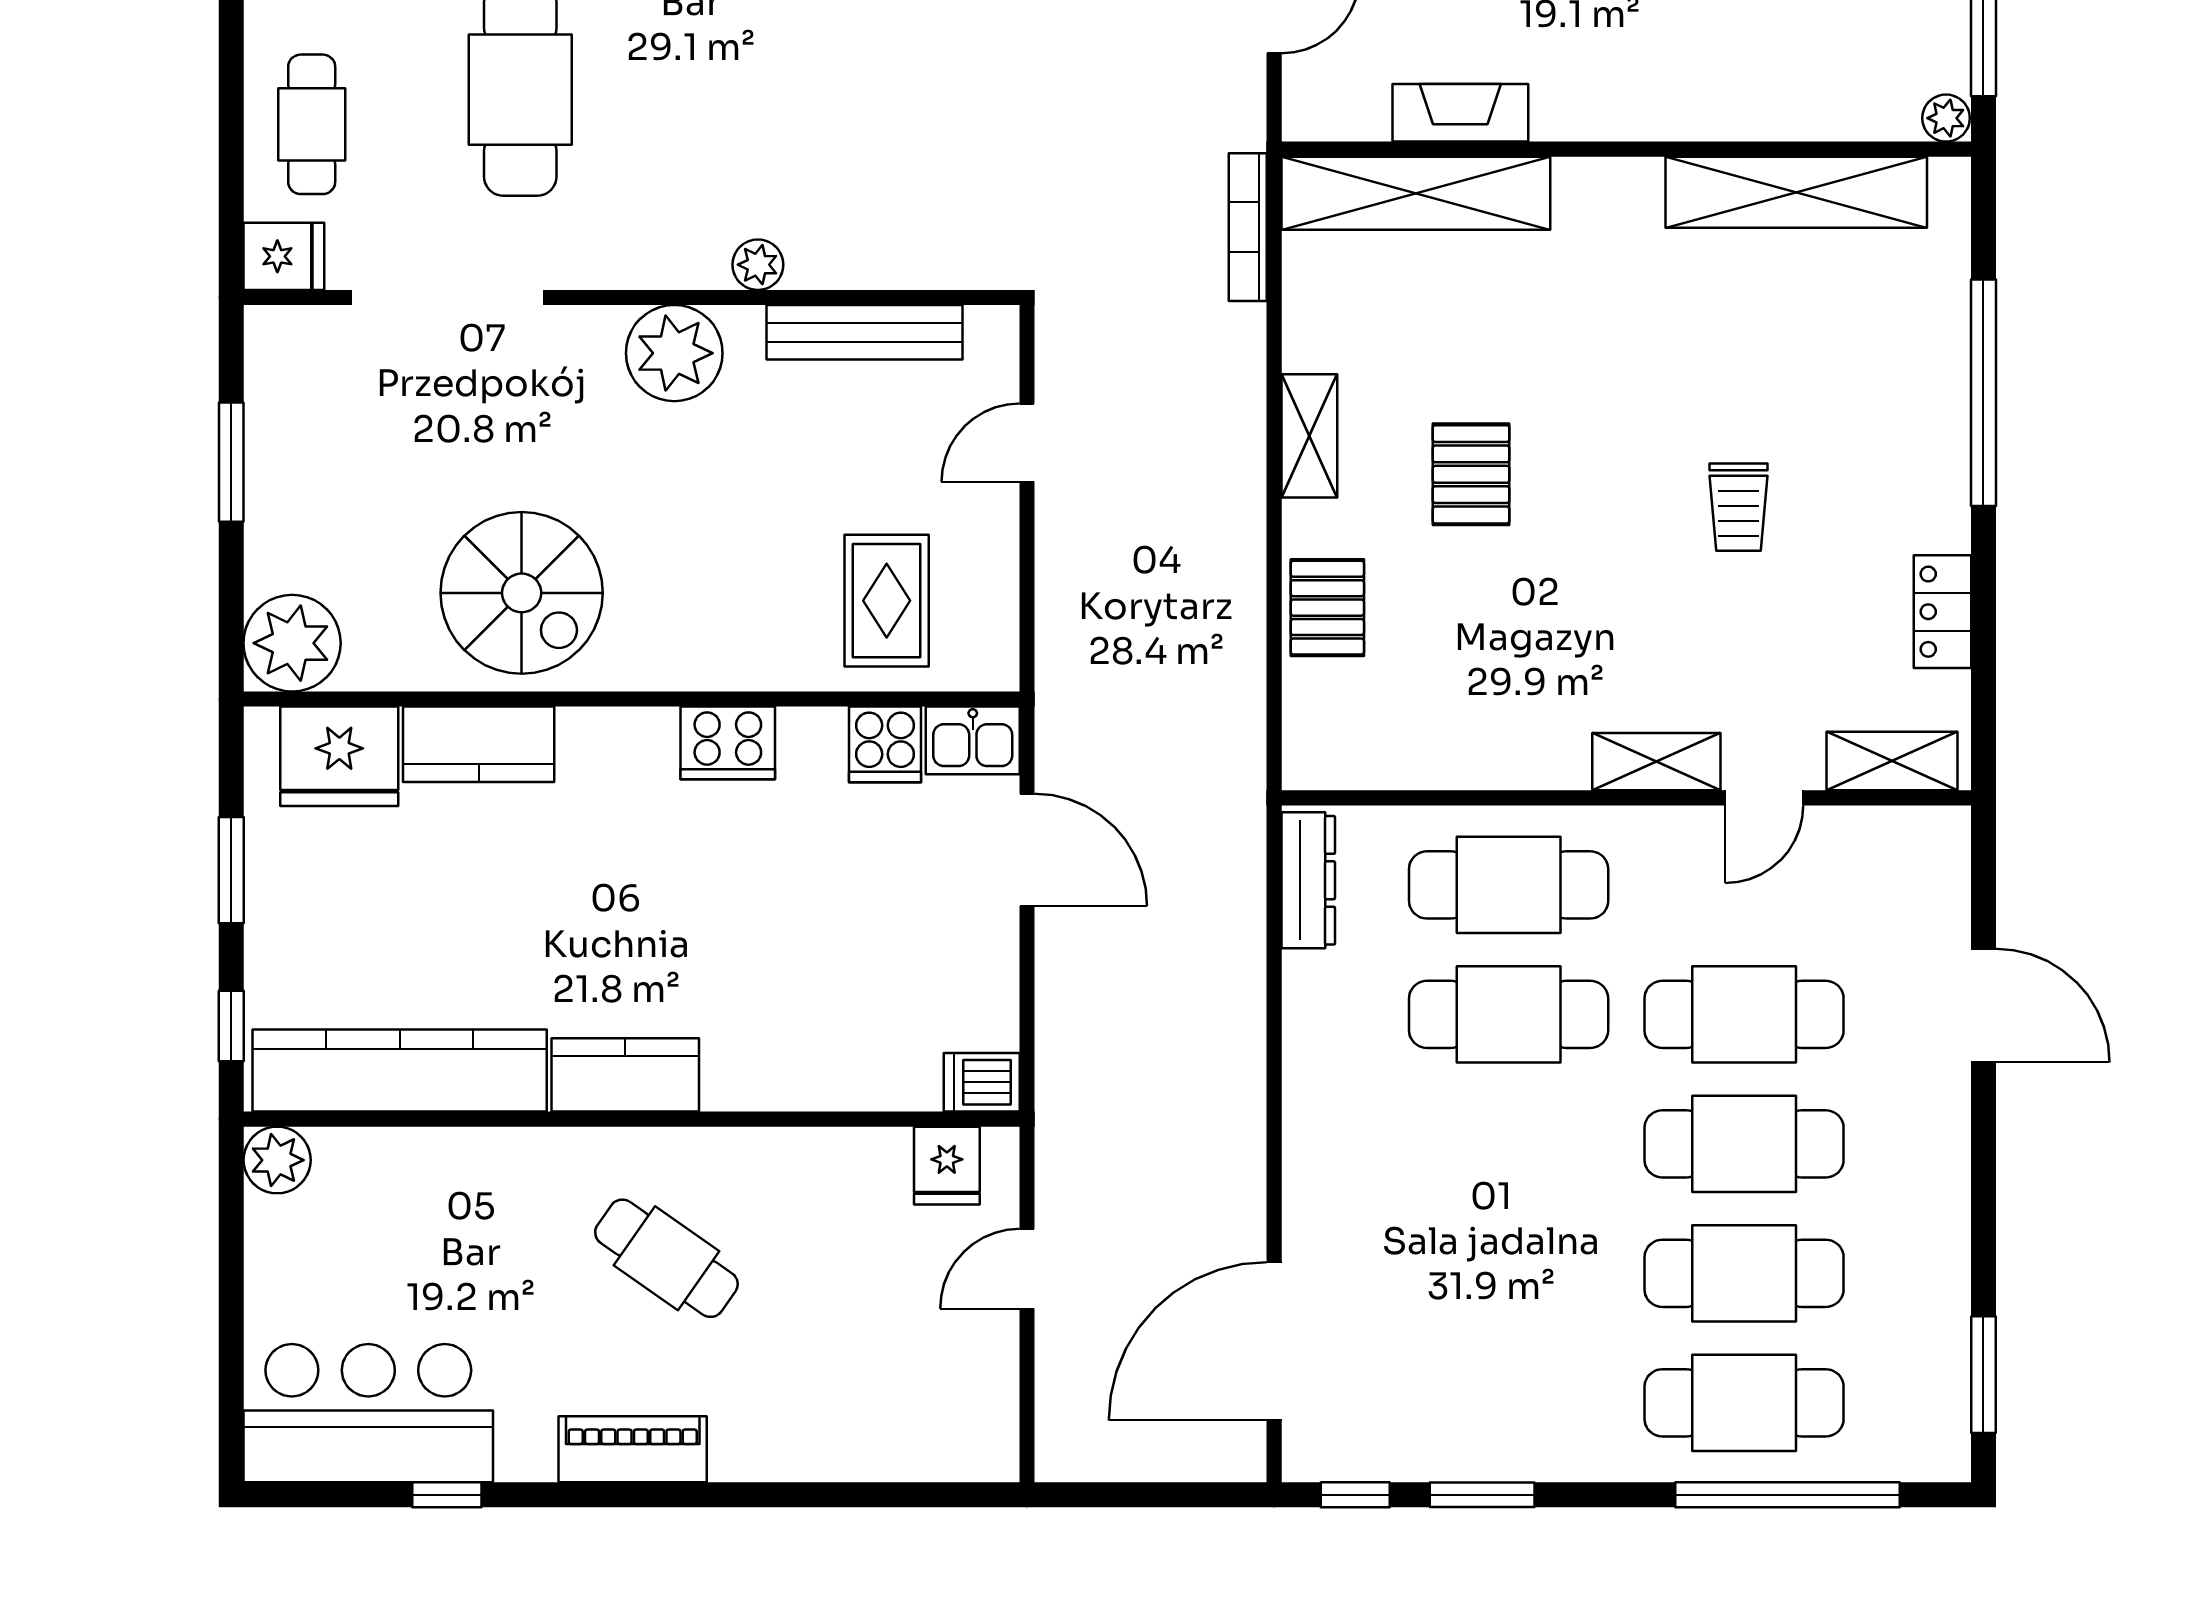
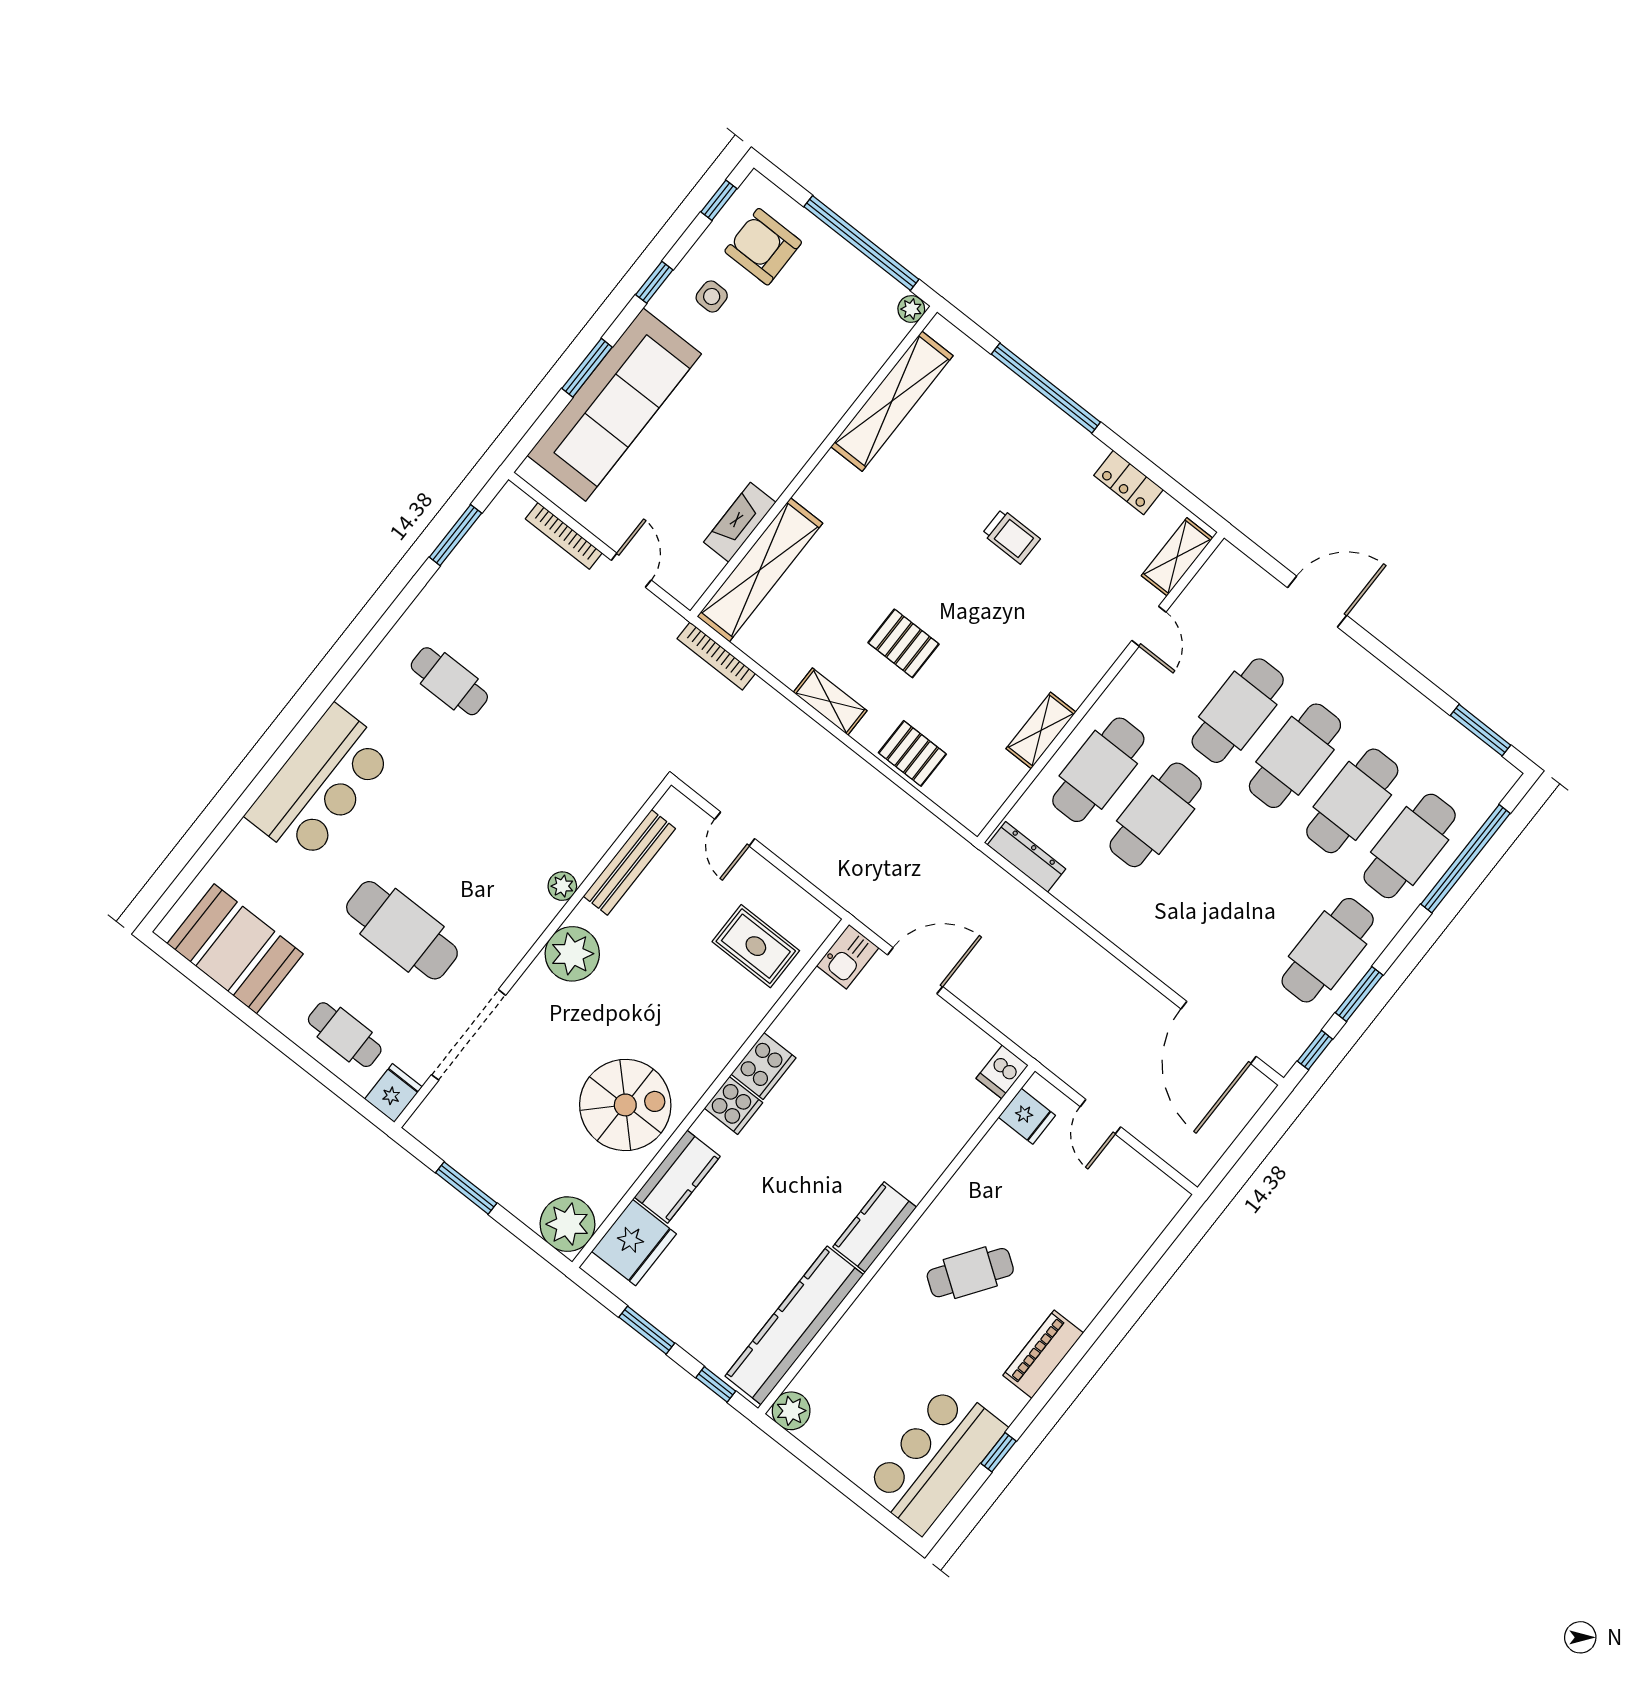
cooker: (885, 744) -> (733, 1105), moved
shelving: (1656, 762) -> (1041, 730), moved
cafe table: (1509, 1403) -> (1328, 950), added

